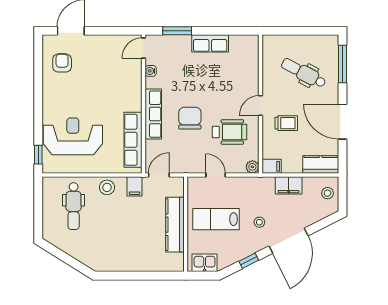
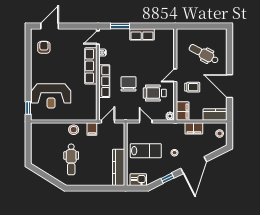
window: (342, 64) -> (229, 48), removed
wheelchair: (229, 132) -> (155, 93), turned 180
reception desk: (73, 136) -> (51, 96), turned 180
row of seats: (133, 140) -> (91, 66), moved
filing cabinet: (272, 166) -> (183, 111), width x2.00
dental chair: (74, 206) -> (71, 159), moved
lab bench: (216, 219) -> (146, 151), turned 180
kitchen counter: (175, 225) -> (119, 167), moved

